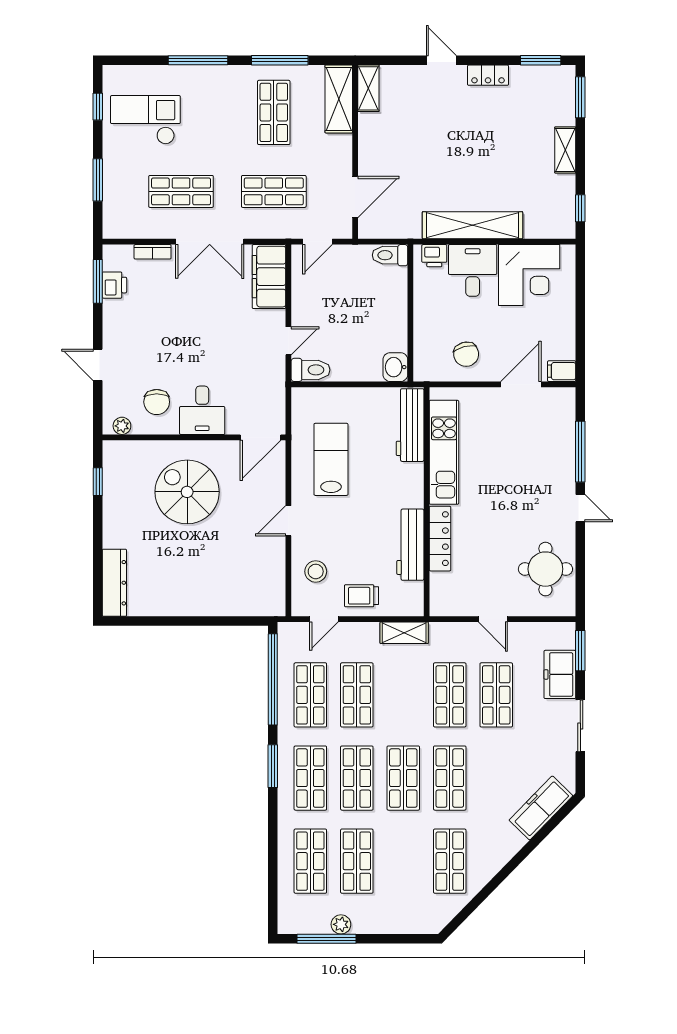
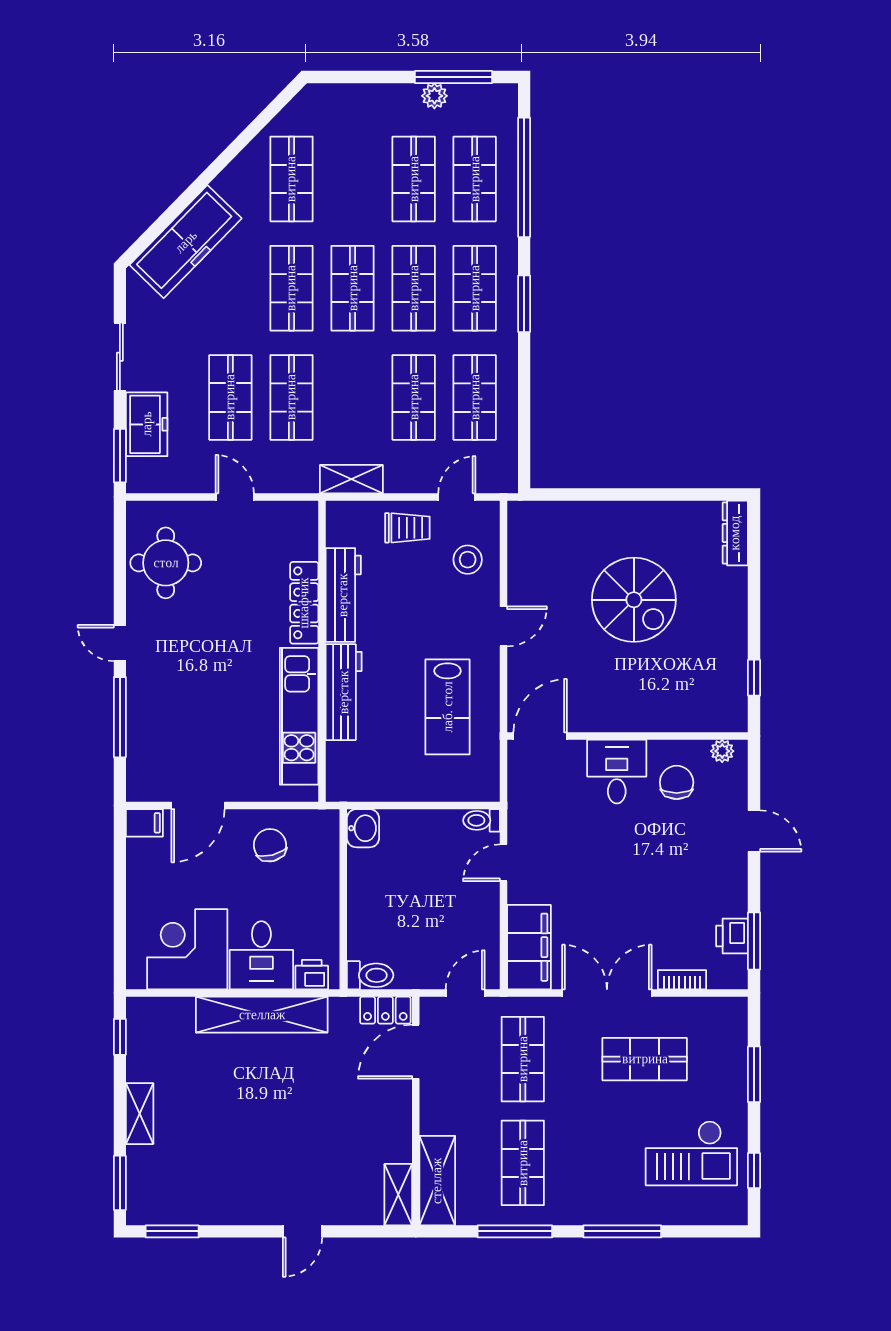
door: (441, 60) -> (302, 1231), hinge flipped
locker: (488, 75) -> (385, 1010), moved, turned 180
shop shelf: (274, 191) -> (523, 1059), turned 90
toilet: (310, 370) -> (482, 820), width x0.73, depth x0.72
workbench: (410, 425) -> (344, 692), moved
spiral stairs: (187, 492) -> (634, 600), moved
dresser: (114, 583) -> (735, 533), width x0.73, depth x0.80
window: (273, 679) -> (524, 177), moved
freezer: (541, 808) -> (186, 242), width x1.36, depth x1.26

